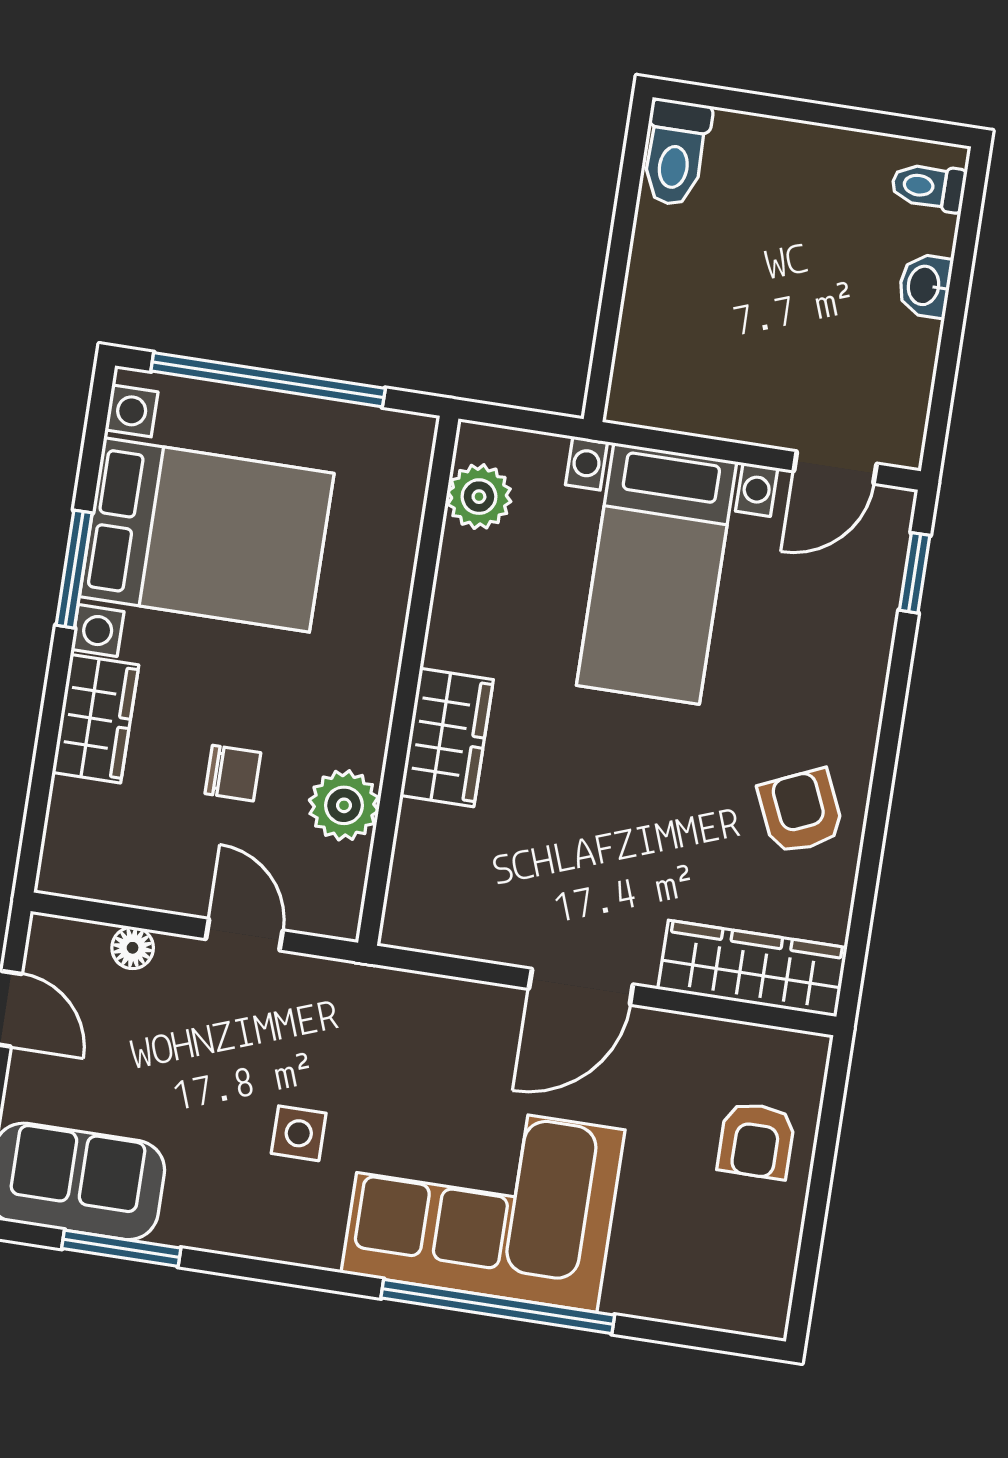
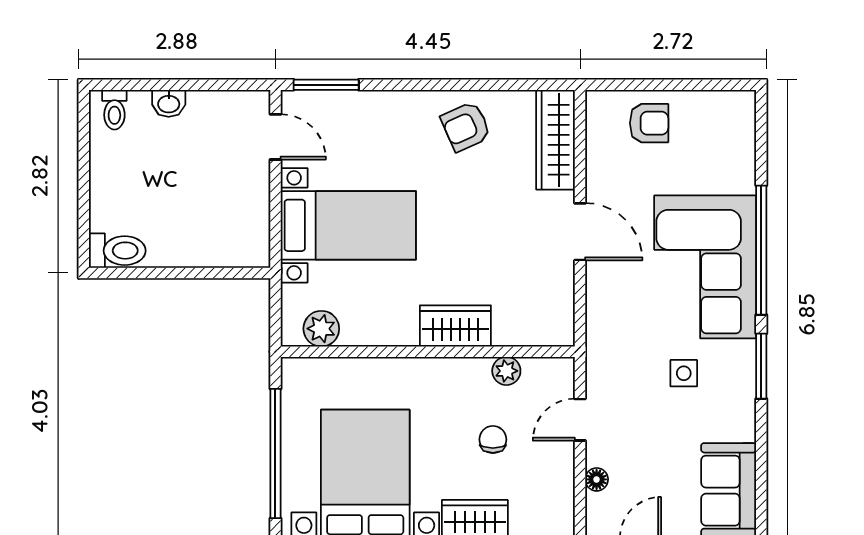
window: (915, 573) -> (326, 85), width x1.50
plant: (344, 805) -> (506, 371), width x0.73, depth x0.73
window: (121, 1248) -> (761, 366), moved

